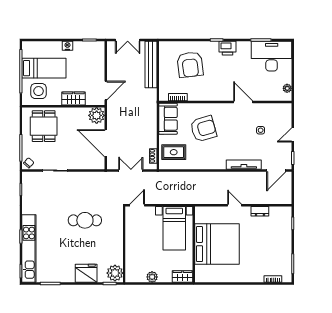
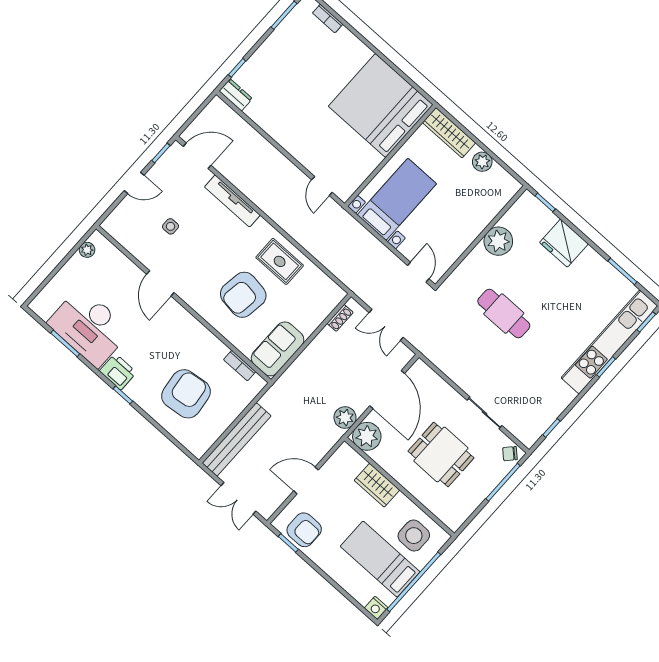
double door: (128, 40) -> (238, 498), swing flipped
nightstand: (67, 46) -> (376, 608), moved
armchair: (88, 52) -> (304, 530), added
desk: (272, 56) -> (89, 327), moved
door: (106, 91) -> (306, 480), moved
plant: (113, 115) -> (345, 418), added
dining table: (44, 126) -> (441, 455), moved, turned 90
armchair: (203, 129) -> (243, 295), turned -66
rug: (174, 152) -> (280, 261), moved
door: (137, 205) -> (418, 272), swing flipped
door: (235, 205) -> (322, 186), moved
dresser: (260, 211) -> (236, 95), moved
bed: (217, 244) -> (381, 105), moved
plant: (115, 273) -> (498, 241), moved
wardrobe: (182, 277) -> (449, 133), width x1.50

